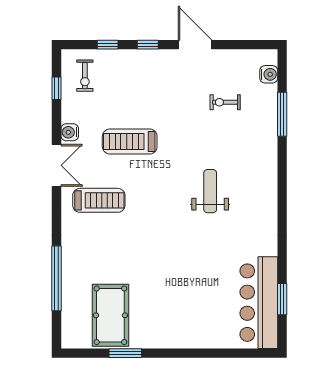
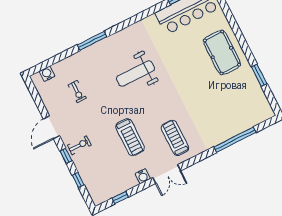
exercise bike: (85, 76) -> (79, 145), moved
window: (282, 114) -> (92, 41), moved
double door: (57, 165) -> (167, 174), swing flipped
weight bench: (210, 191) -> (135, 73), width x1.36, depth x1.33
pool table: (110, 315) -> (222, 52), moved, turned 90

